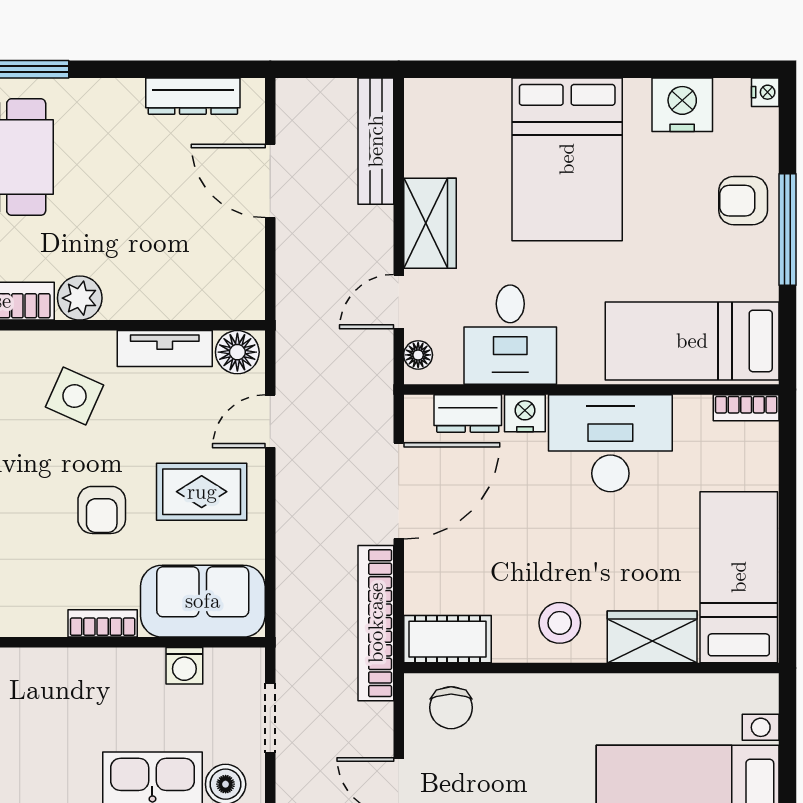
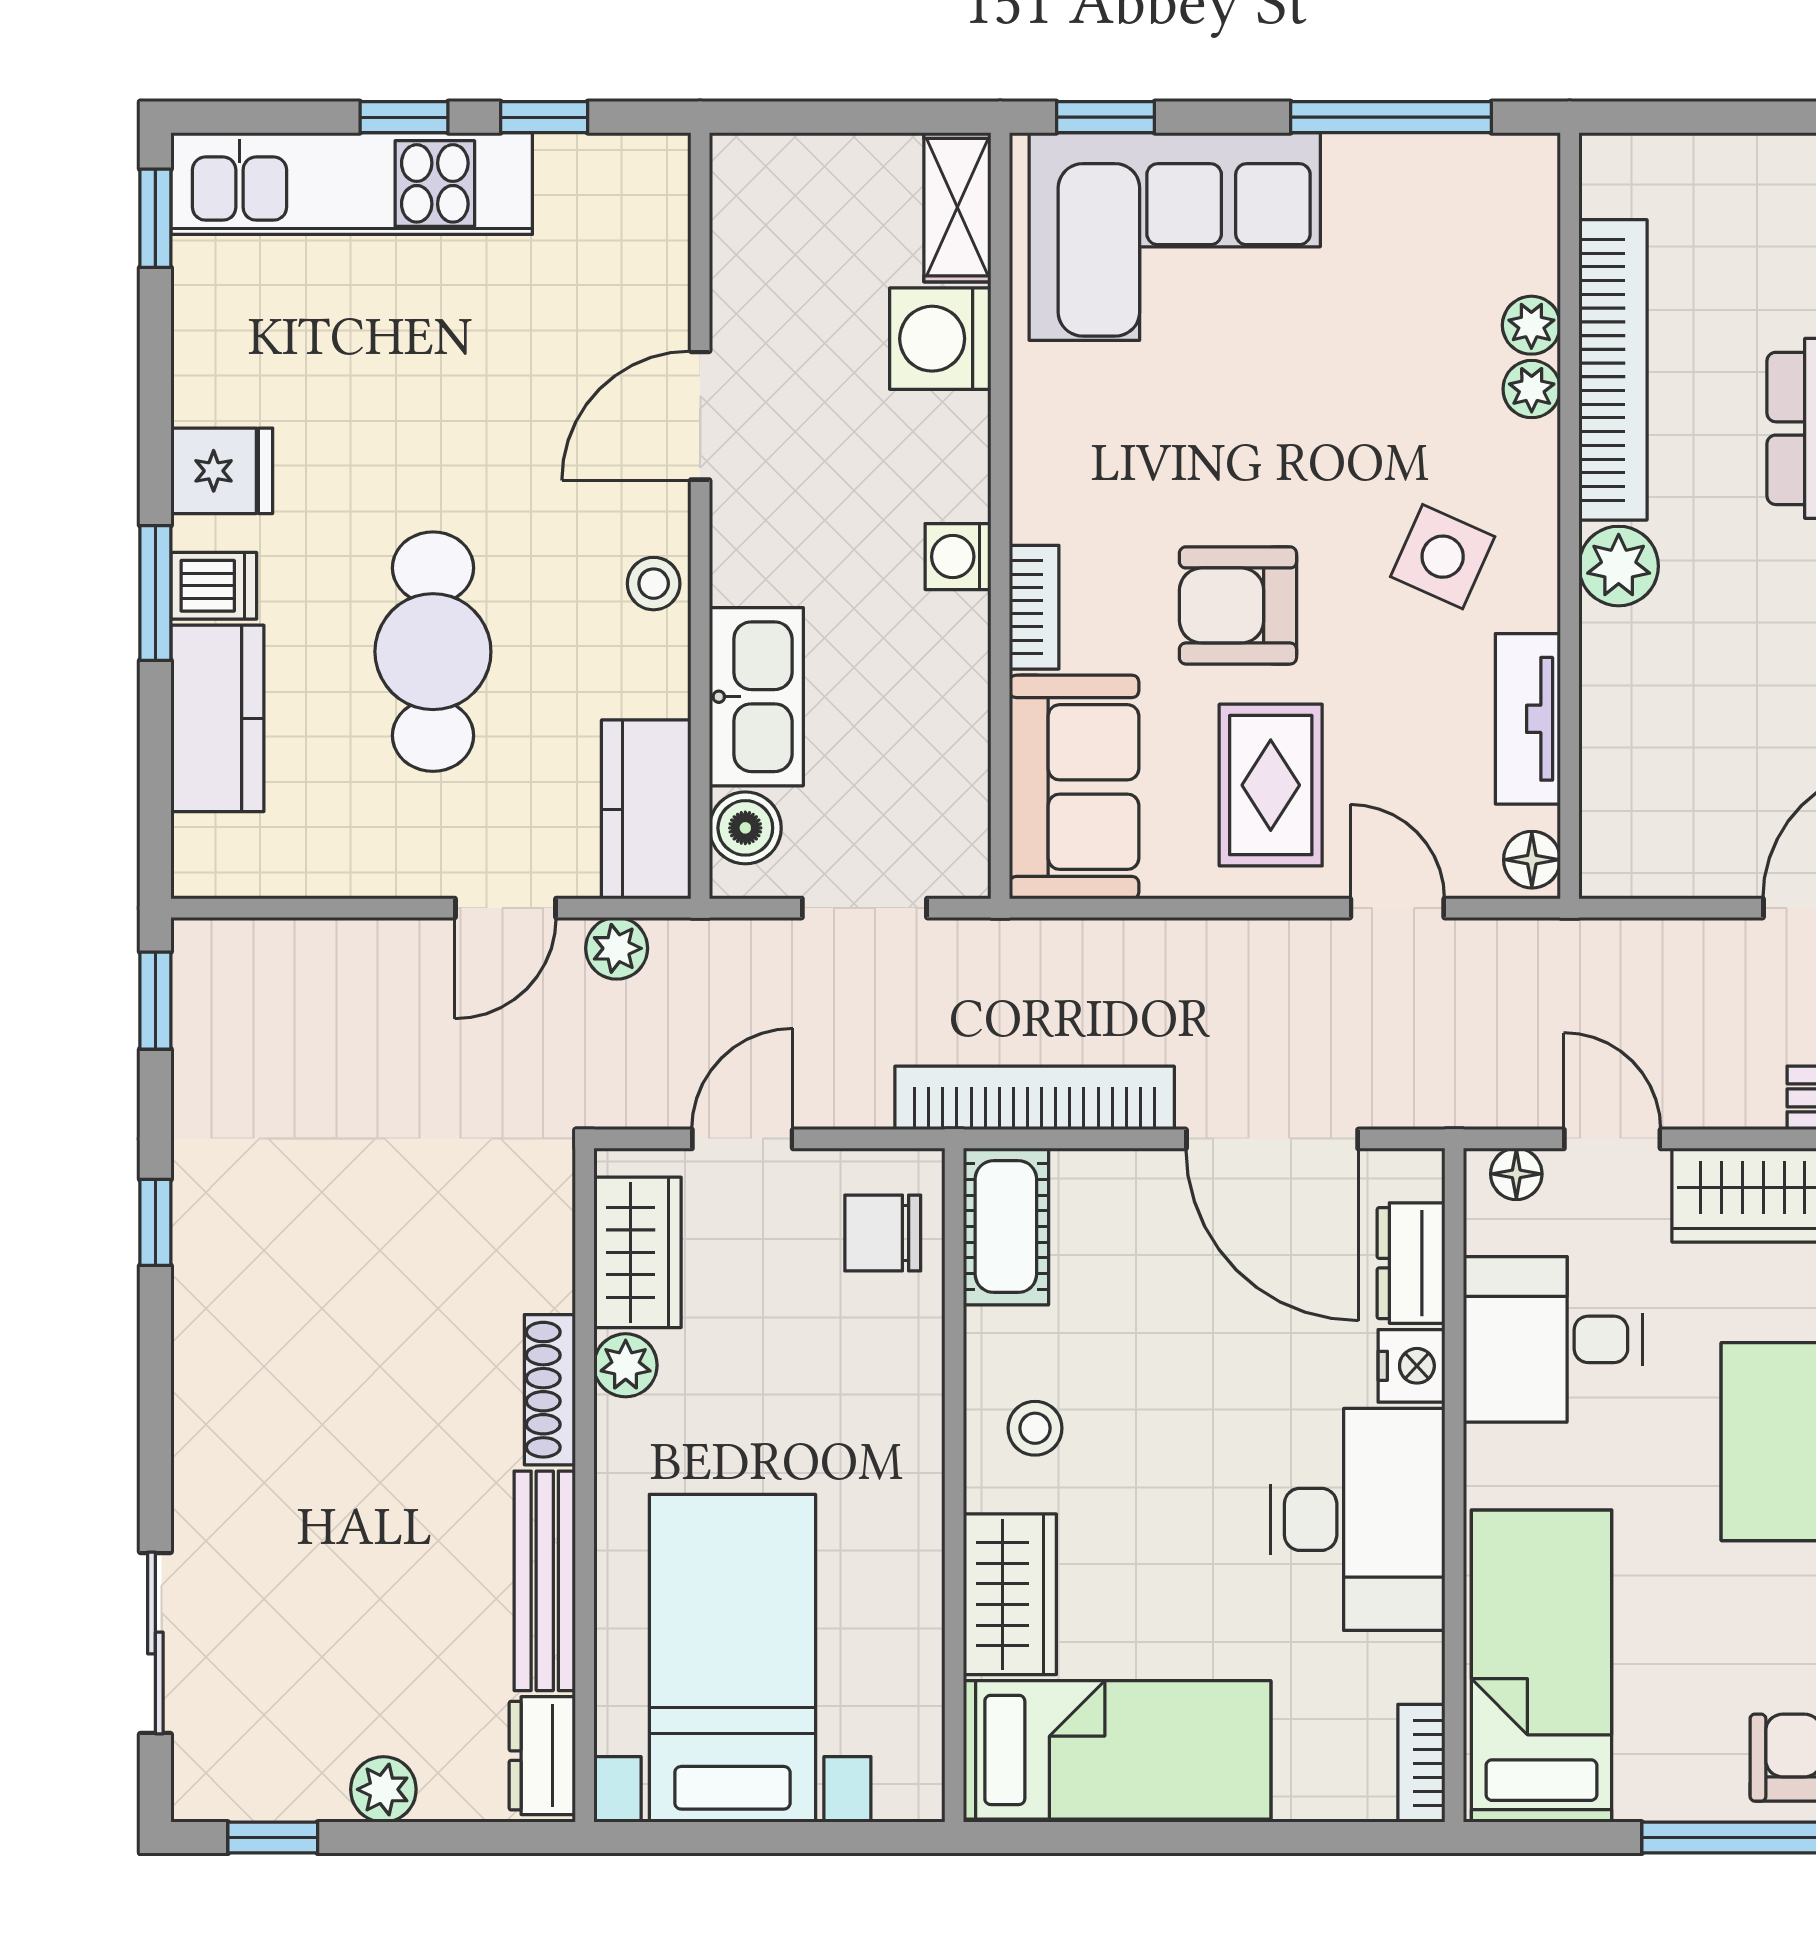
floor lamp: (237, 352) -> (1532, 860), width x0.73, depth x0.73
armchair: (102, 510) -> (1238, 605), width x1.38, depth x1.38
stool: (560, 623) -> (1035, 1428), width x0.73, depth x0.73
washing machine: (184, 666) -> (958, 557), moved

